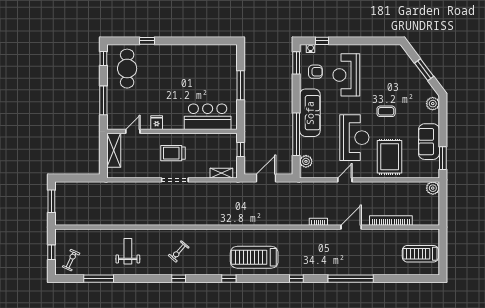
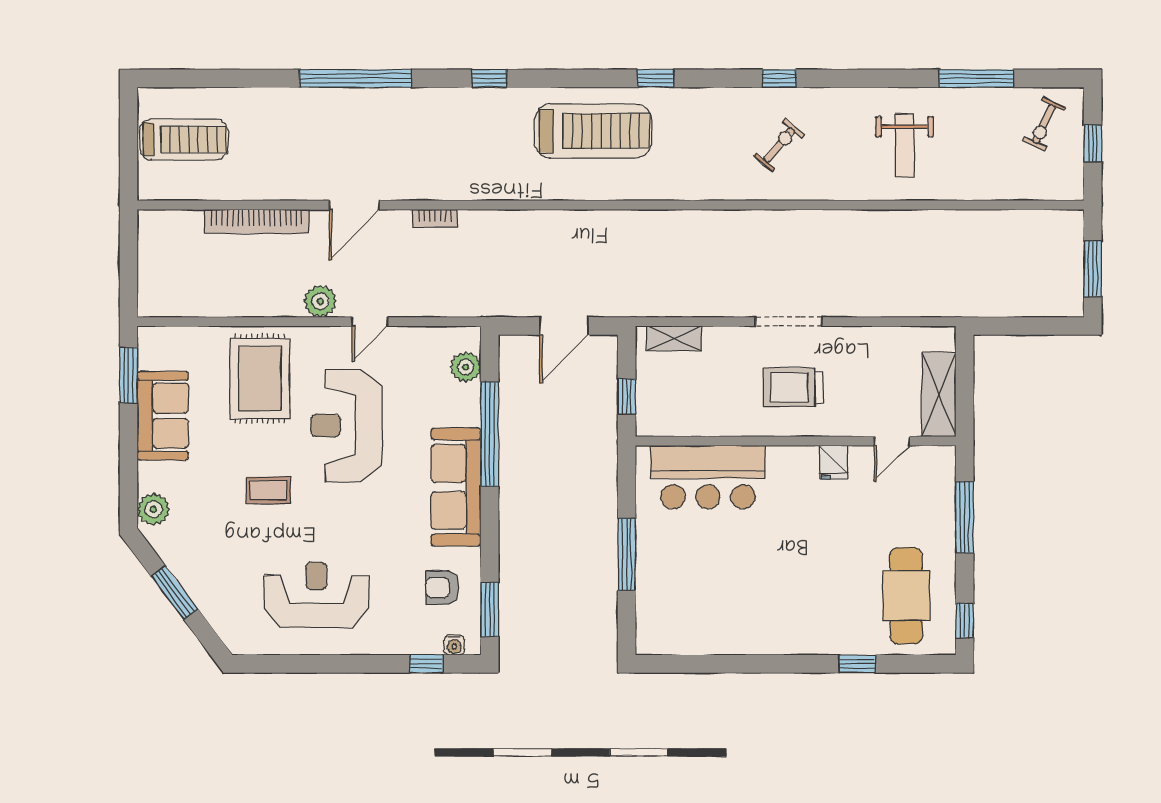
reception desk: (346, 75) -> (316, 595), moved, turned -90
trolley: (173, 153) -> (793, 387), turned 180
plant: (433, 188) -> (320, 301), moved

